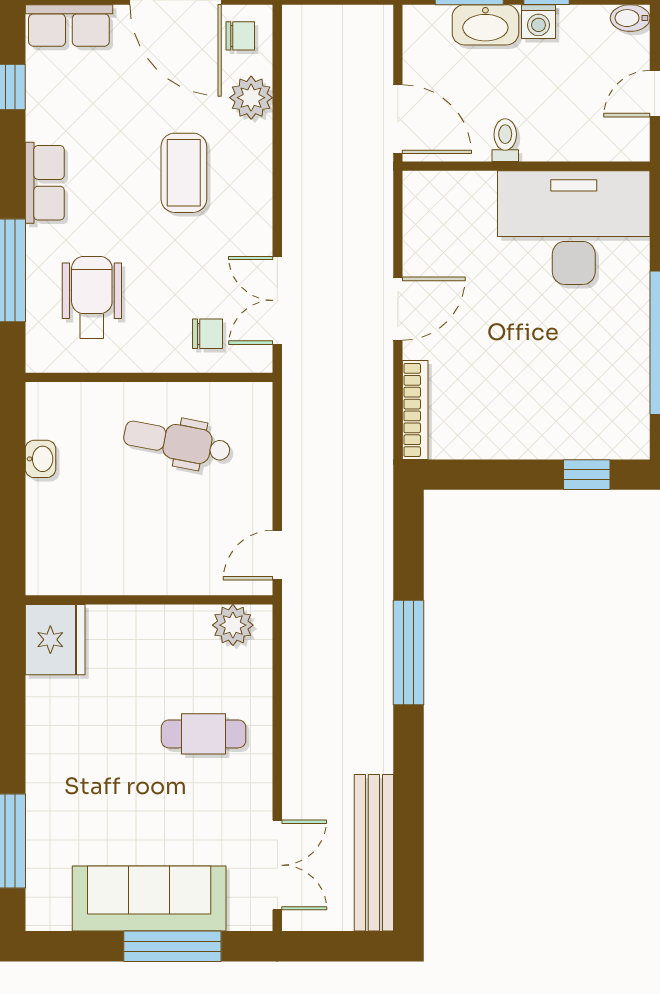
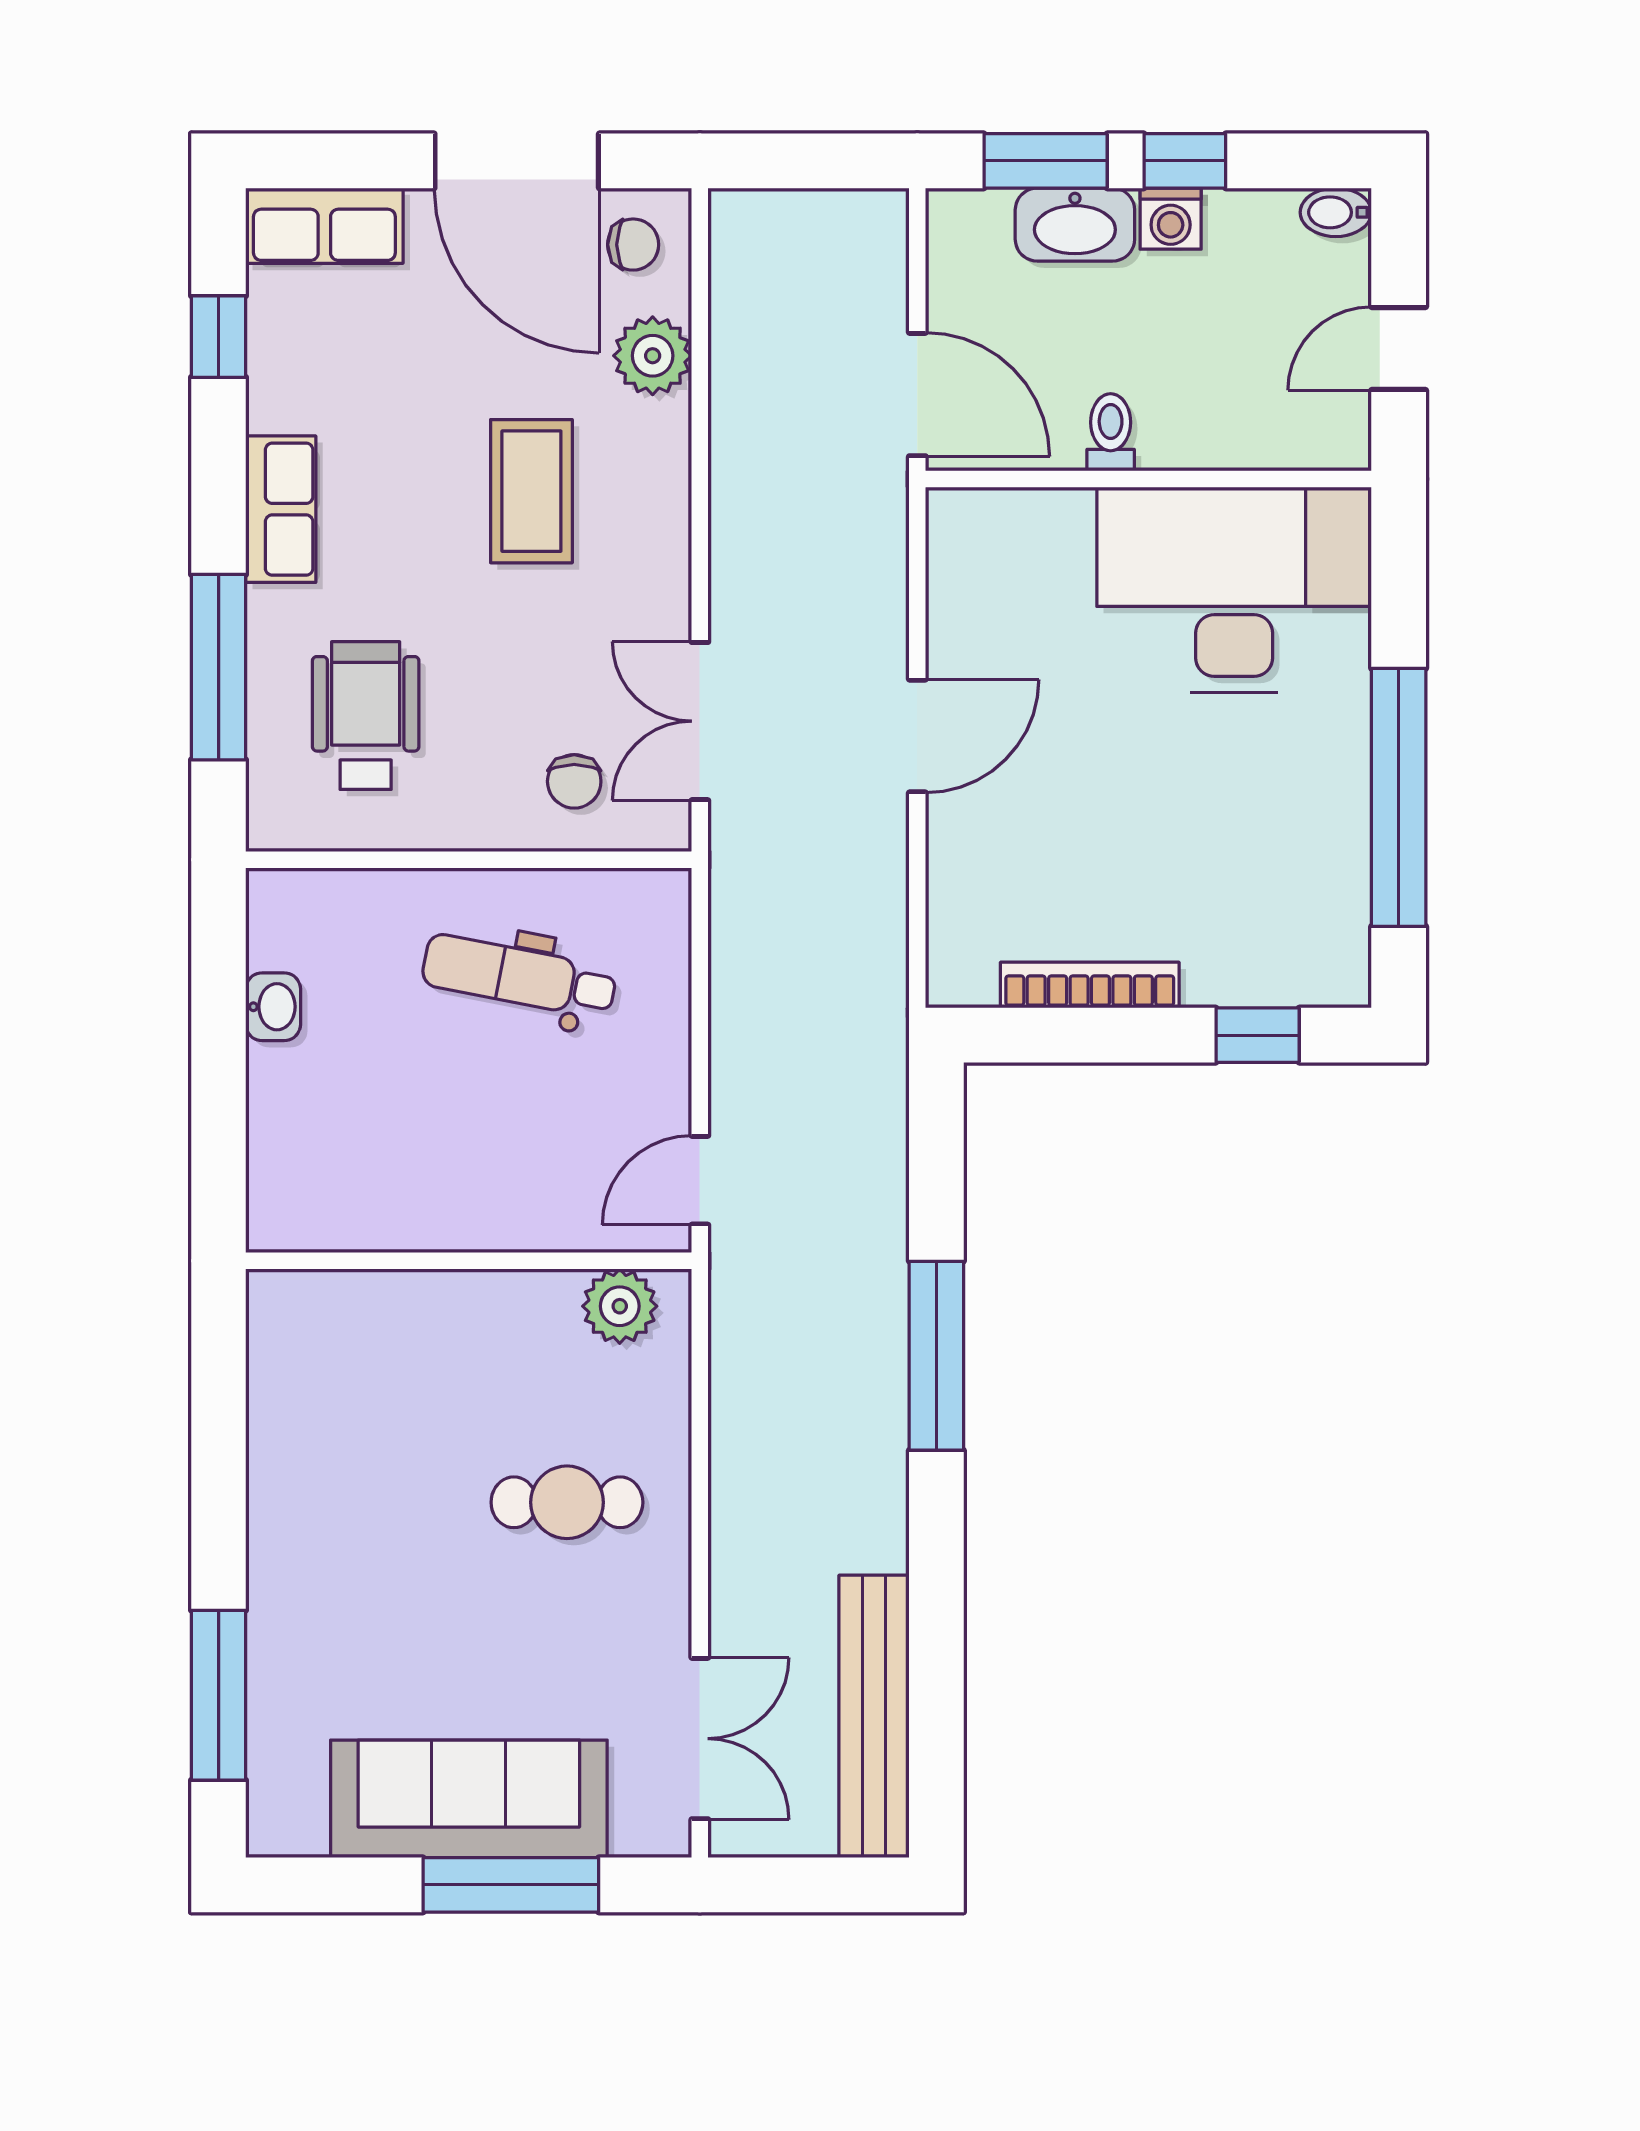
chair: (208, 334) -> (574, 781), turned 90
bookcase: (415, 410) -> (1090, 985), moved, turned -90
fridge: (55, 640) -> (299, 1332), removed

